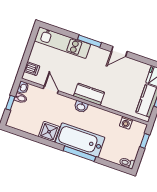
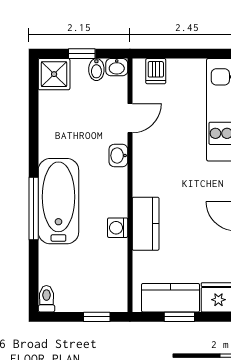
kitchen counter: (89, 94) -> (146, 224), moved
washbasin: (81, 107) -> (118, 156), moved
washing machine: (126, 123) -> (118, 228), moved
shower: (49, 132) -> (54, 74), moved

